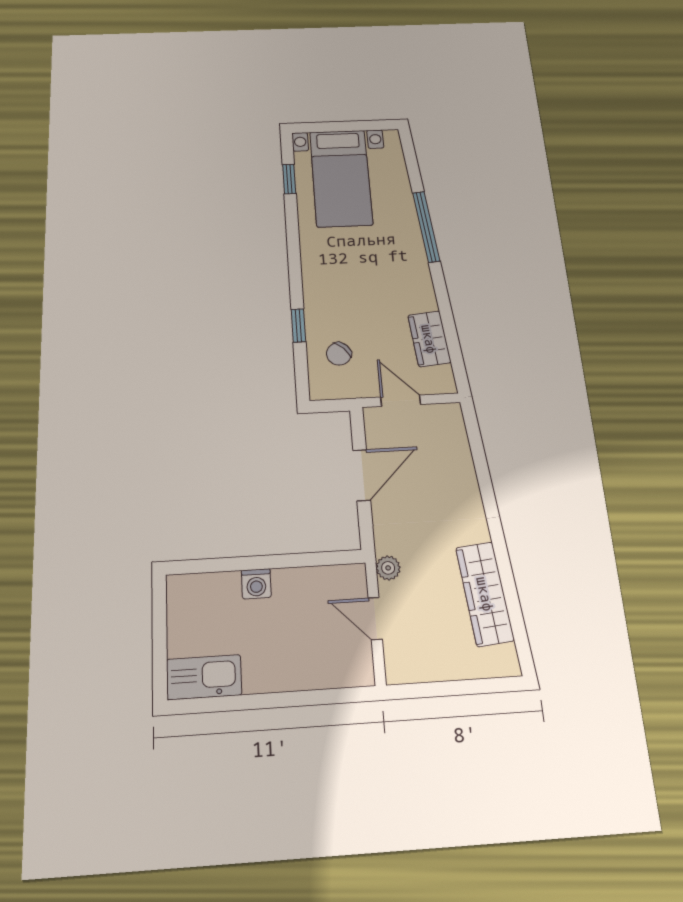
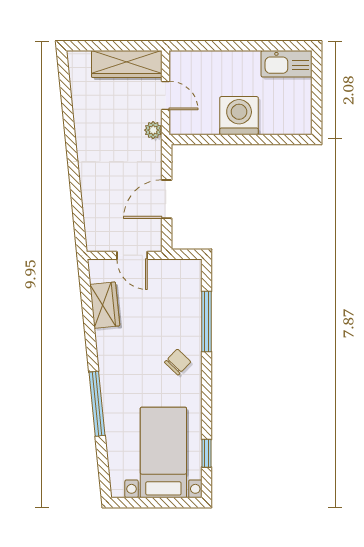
window: (298, 325) -> (207, 322), width x2.17
chair: (339, 354) -> (178, 362), moved
washing machine: (256, 584) -> (239, 116), width x1.89, depth x1.89
wardrobe: (485, 594) -> (127, 64), moved, turned 96

